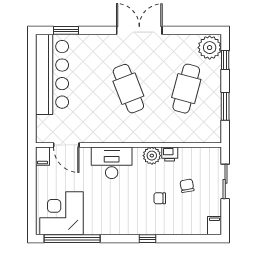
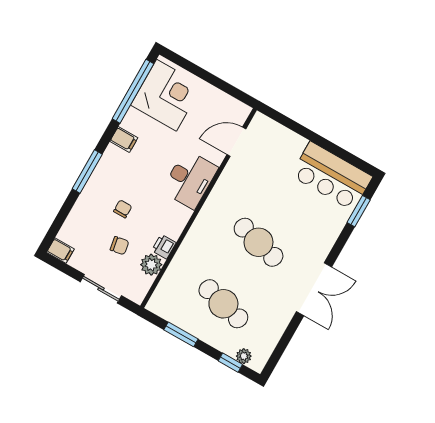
plant: (210, 48) -> (244, 356), width x0.53, depth x0.53
bar counter: (52, 74) -> (332, 176), width x0.73
cafe table: (128, 89) -> (259, 242), turned 36
filing cabinet: (43, 156) -> (124, 140), moved, turned 180
plant: (152, 156) -> (151, 265), moved
window: (148, 239) -> (87, 171), width x2.17

